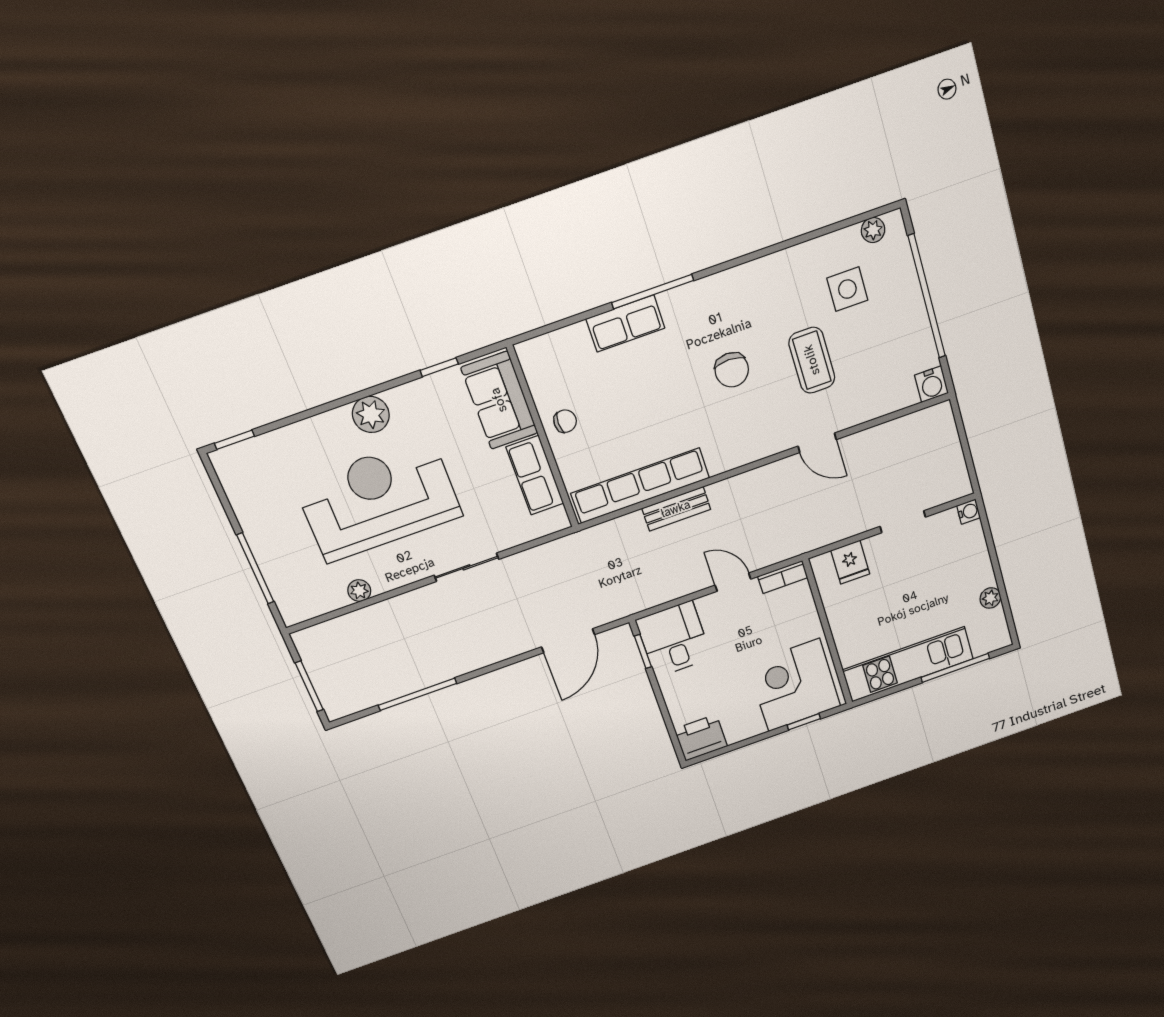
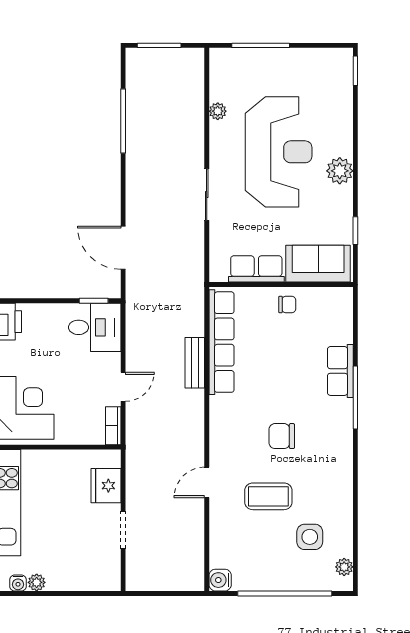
chair: (565, 421) -> (287, 304), turned -90
water cooler: (969, 512) -> (18, 583), moved
fridge: (850, 562) -> (106, 486), width x1.38

